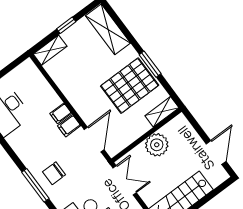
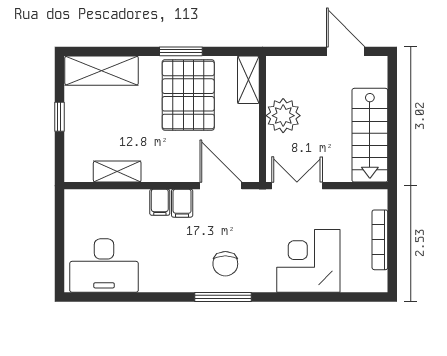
shelving: (50, 50) -> (117, 172), moved, turned 90

